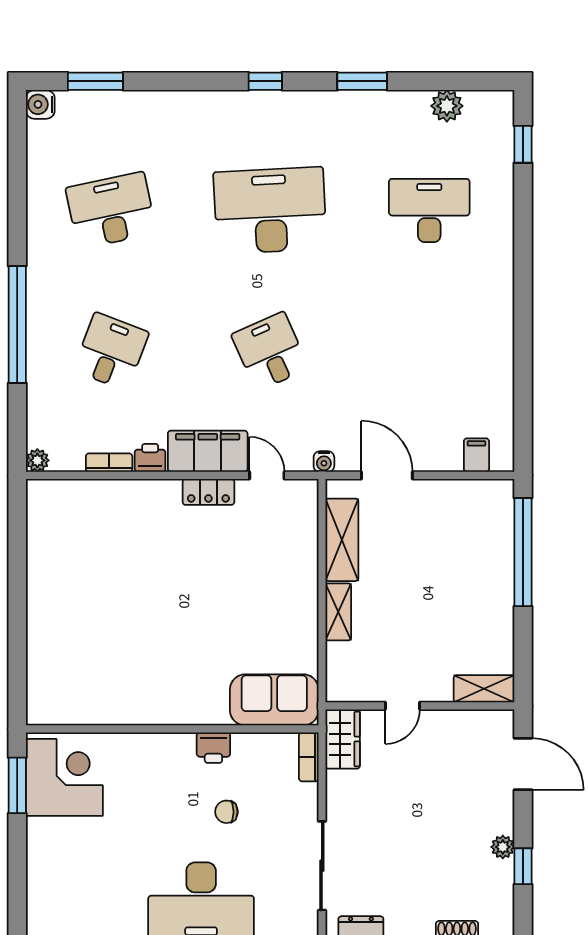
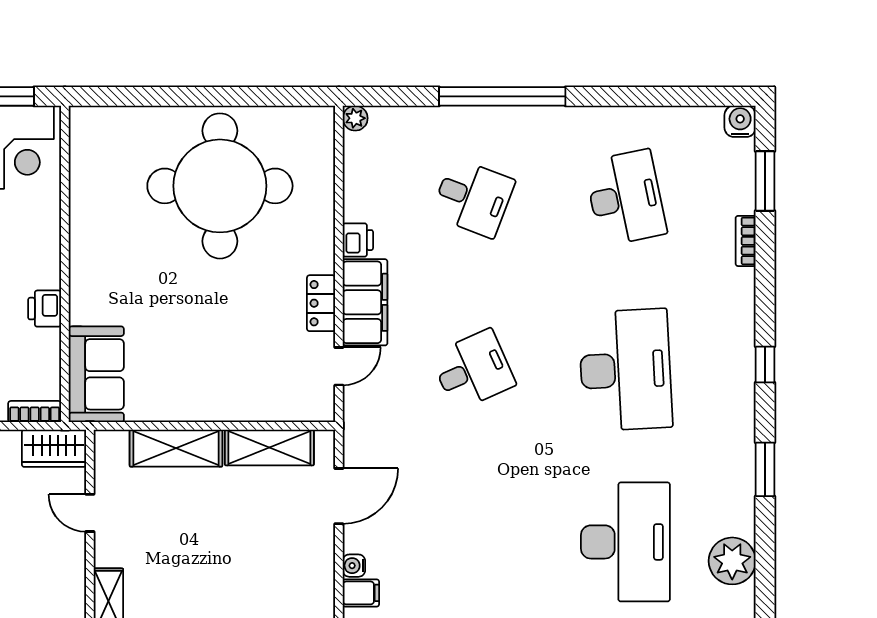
plant: (447, 106) -> (732, 561), width x1.36, depth x1.36
desk: (429, 210) -> (625, 542), width x1.36, depth x1.30
water cooler: (324, 462) -> (354, 566), moved
bookcase: (109, 463) -> (746, 241), moved, turned 180
round table: (100, 586) -> (220, 186), added
shelving: (338, 612) -> (176, 448), width x1.50, depth x1.33

